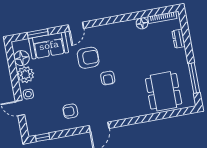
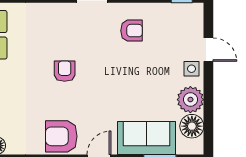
armchair: (88, 58) -> (61, 136), moved

